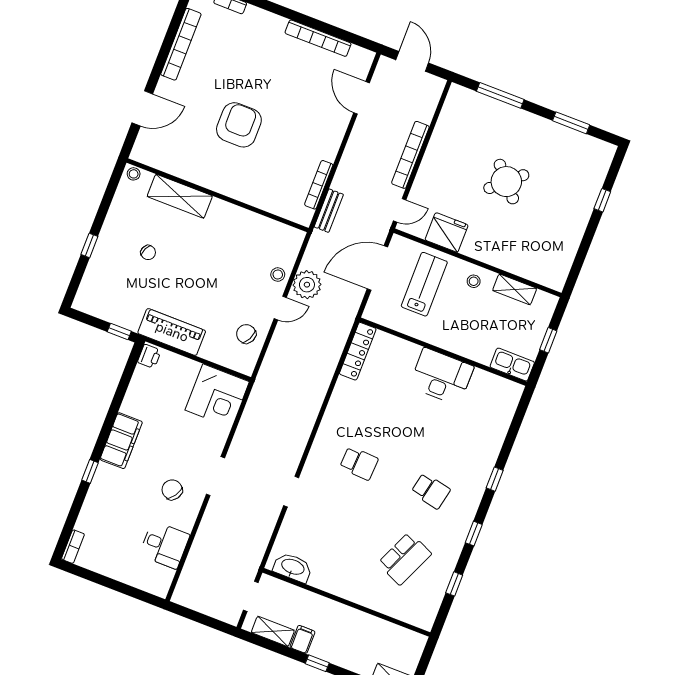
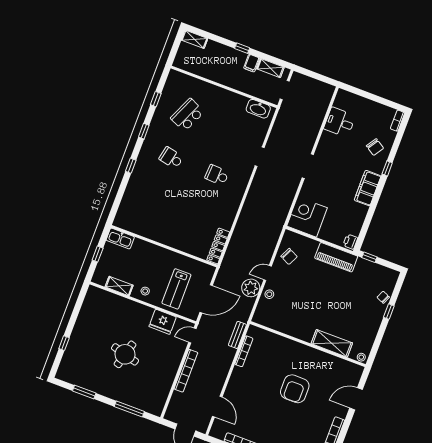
round table: (506, 182) -> (125, 354), turned -33
chair: (148, 252) -> (383, 297), moved
desk: (441, 376) -> (165, 230), removed
chair: (172, 490) -> (375, 147), moved

